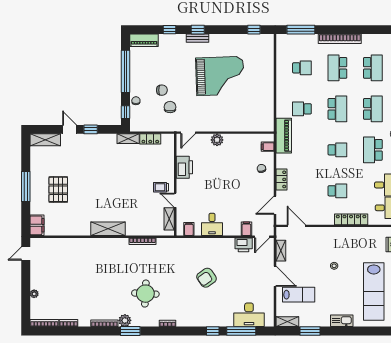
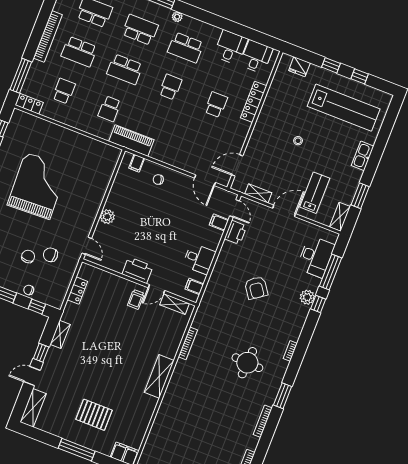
school desk: (337, 109) -> (125, 69), turned 180
shelving: (128, 139) -> (60, 334), moved
printer: (184, 167) -> (137, 270), moved
locker: (282, 179) -> (29, 104), moved
plant: (125, 320) -> (307, 297), moved

